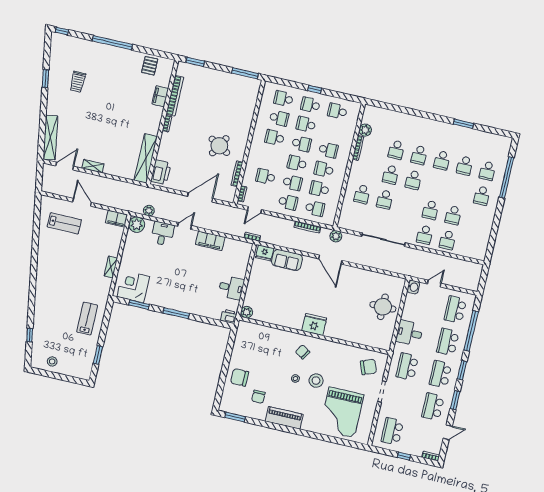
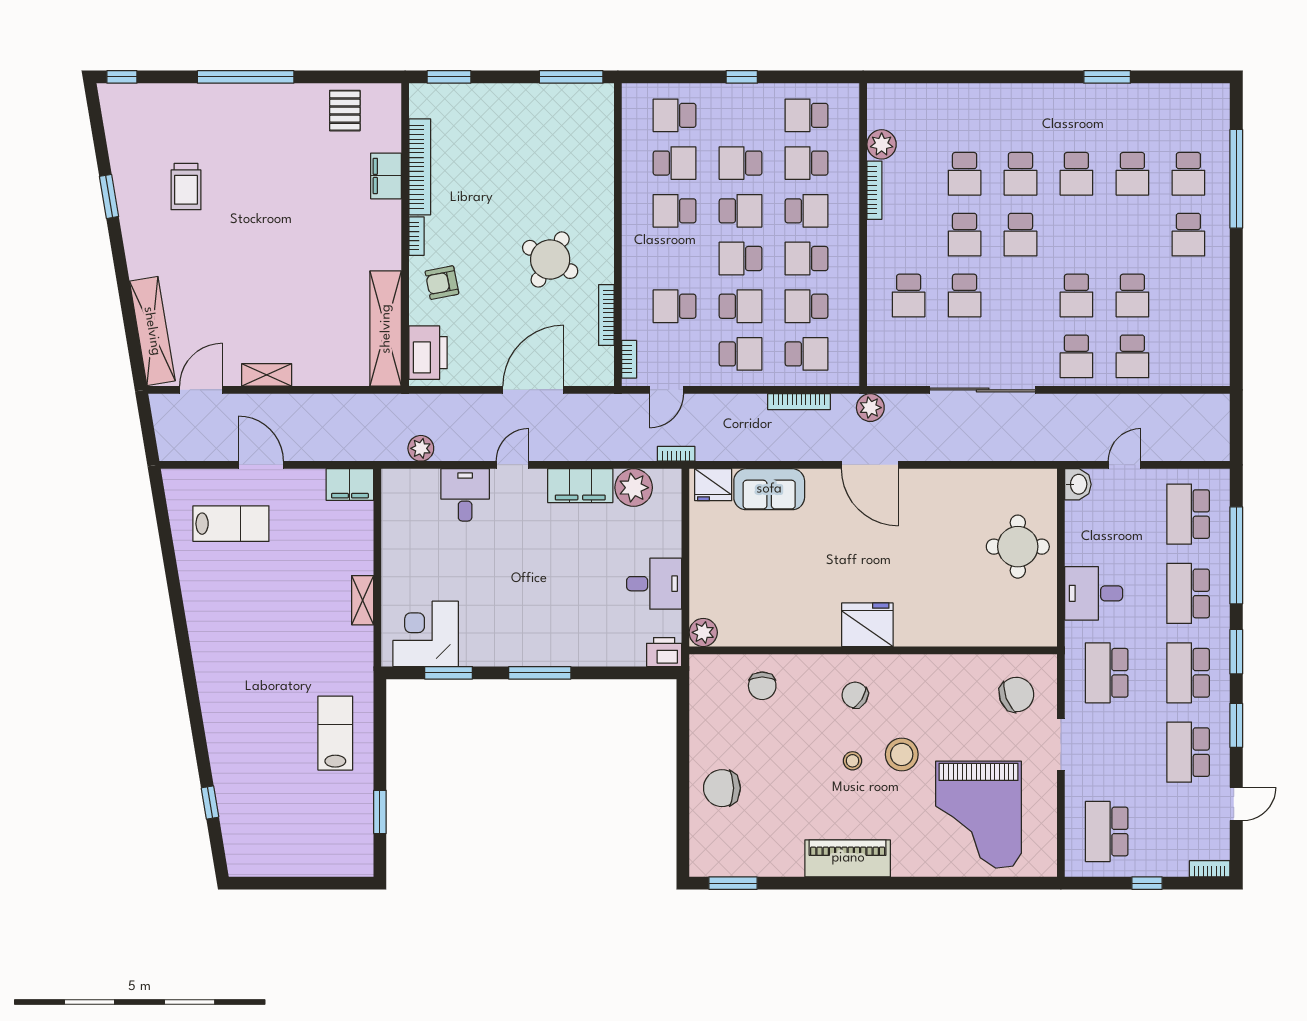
school desk: (310, 105) -> (807, 163), moved
armchair: (173, 145) -> (442, 283), added
plant: (137, 225) -> (634, 488), moved
stool: (52, 361) -> (277, 852), removed
chair: (258, 397) -> (762, 686), moved

